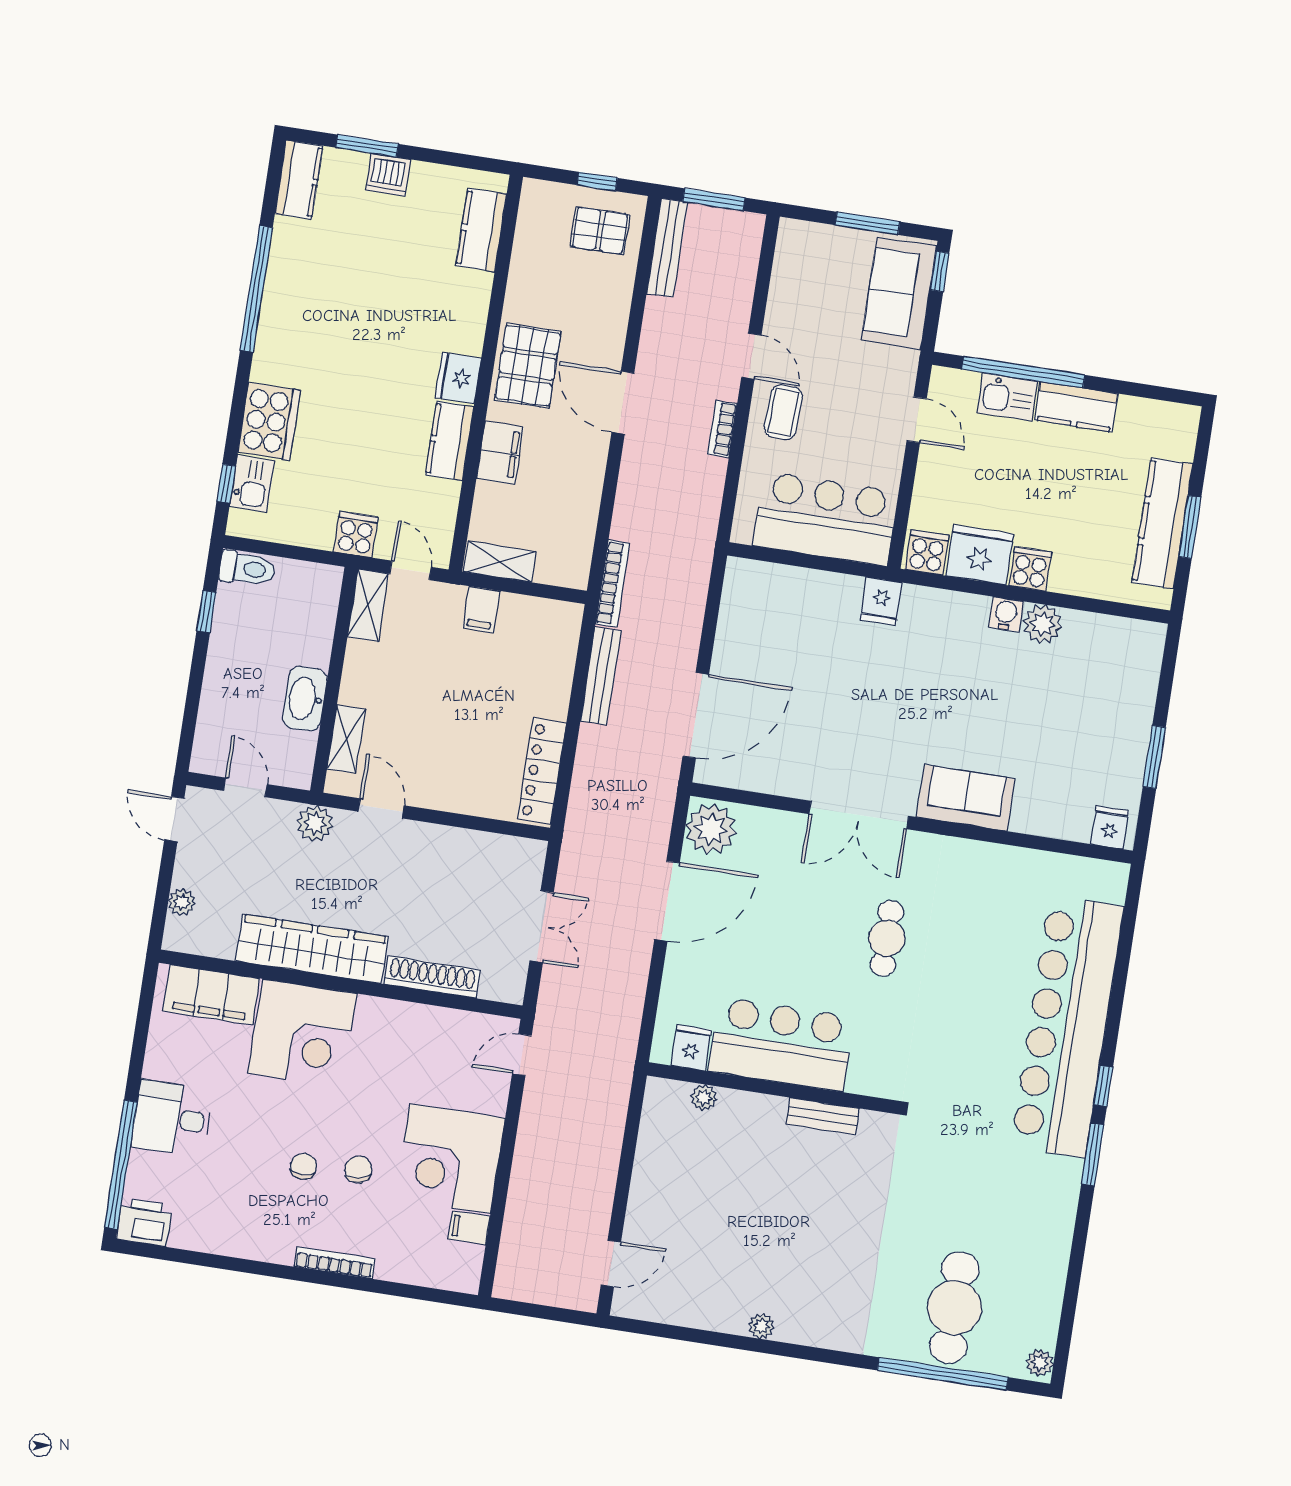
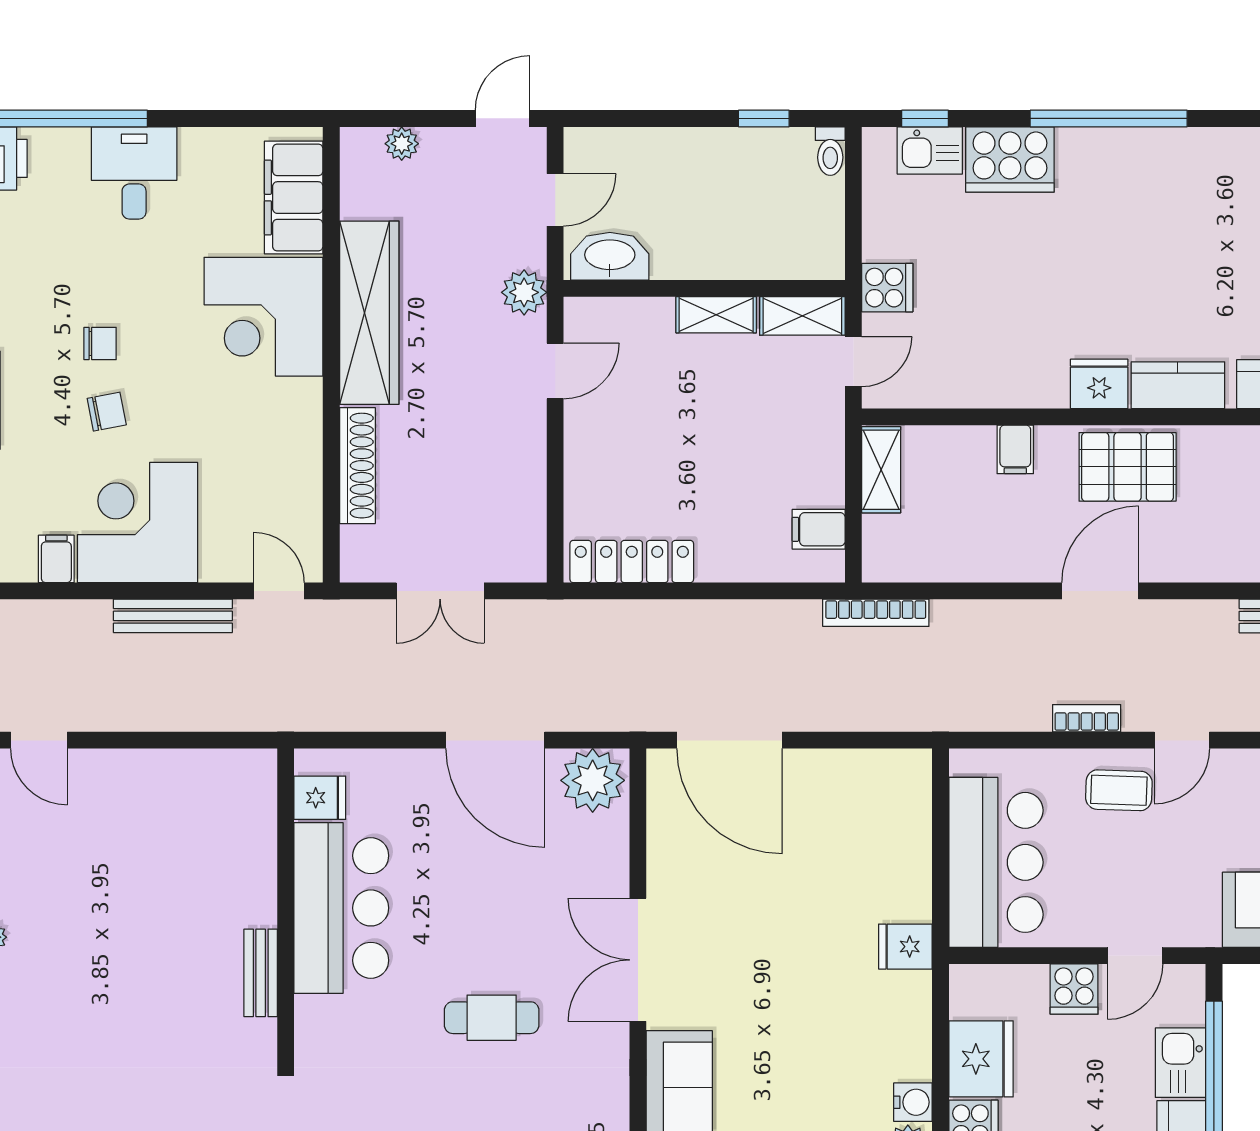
window: (256, 289) -> (1109, 118), moved
kitchen counter: (450, 441) -> (1178, 385), moved
filing cabinet: (500, 453) -> (1015, 449), width x0.50
cooker: (927, 552) -> (1074, 989), moved, turned 90
toilet: (247, 568) -> (830, 151), width x0.73, depth x0.72
filing cabinet: (481, 610) -> (819, 529), moved
bench: (601, 676) -> (173, 616), moved
washbasin: (305, 699) -> (610, 256), moved
shelving: (346, 739) -> (716, 315), moved
plant: (704, 1098) -> (261, 823), removed

